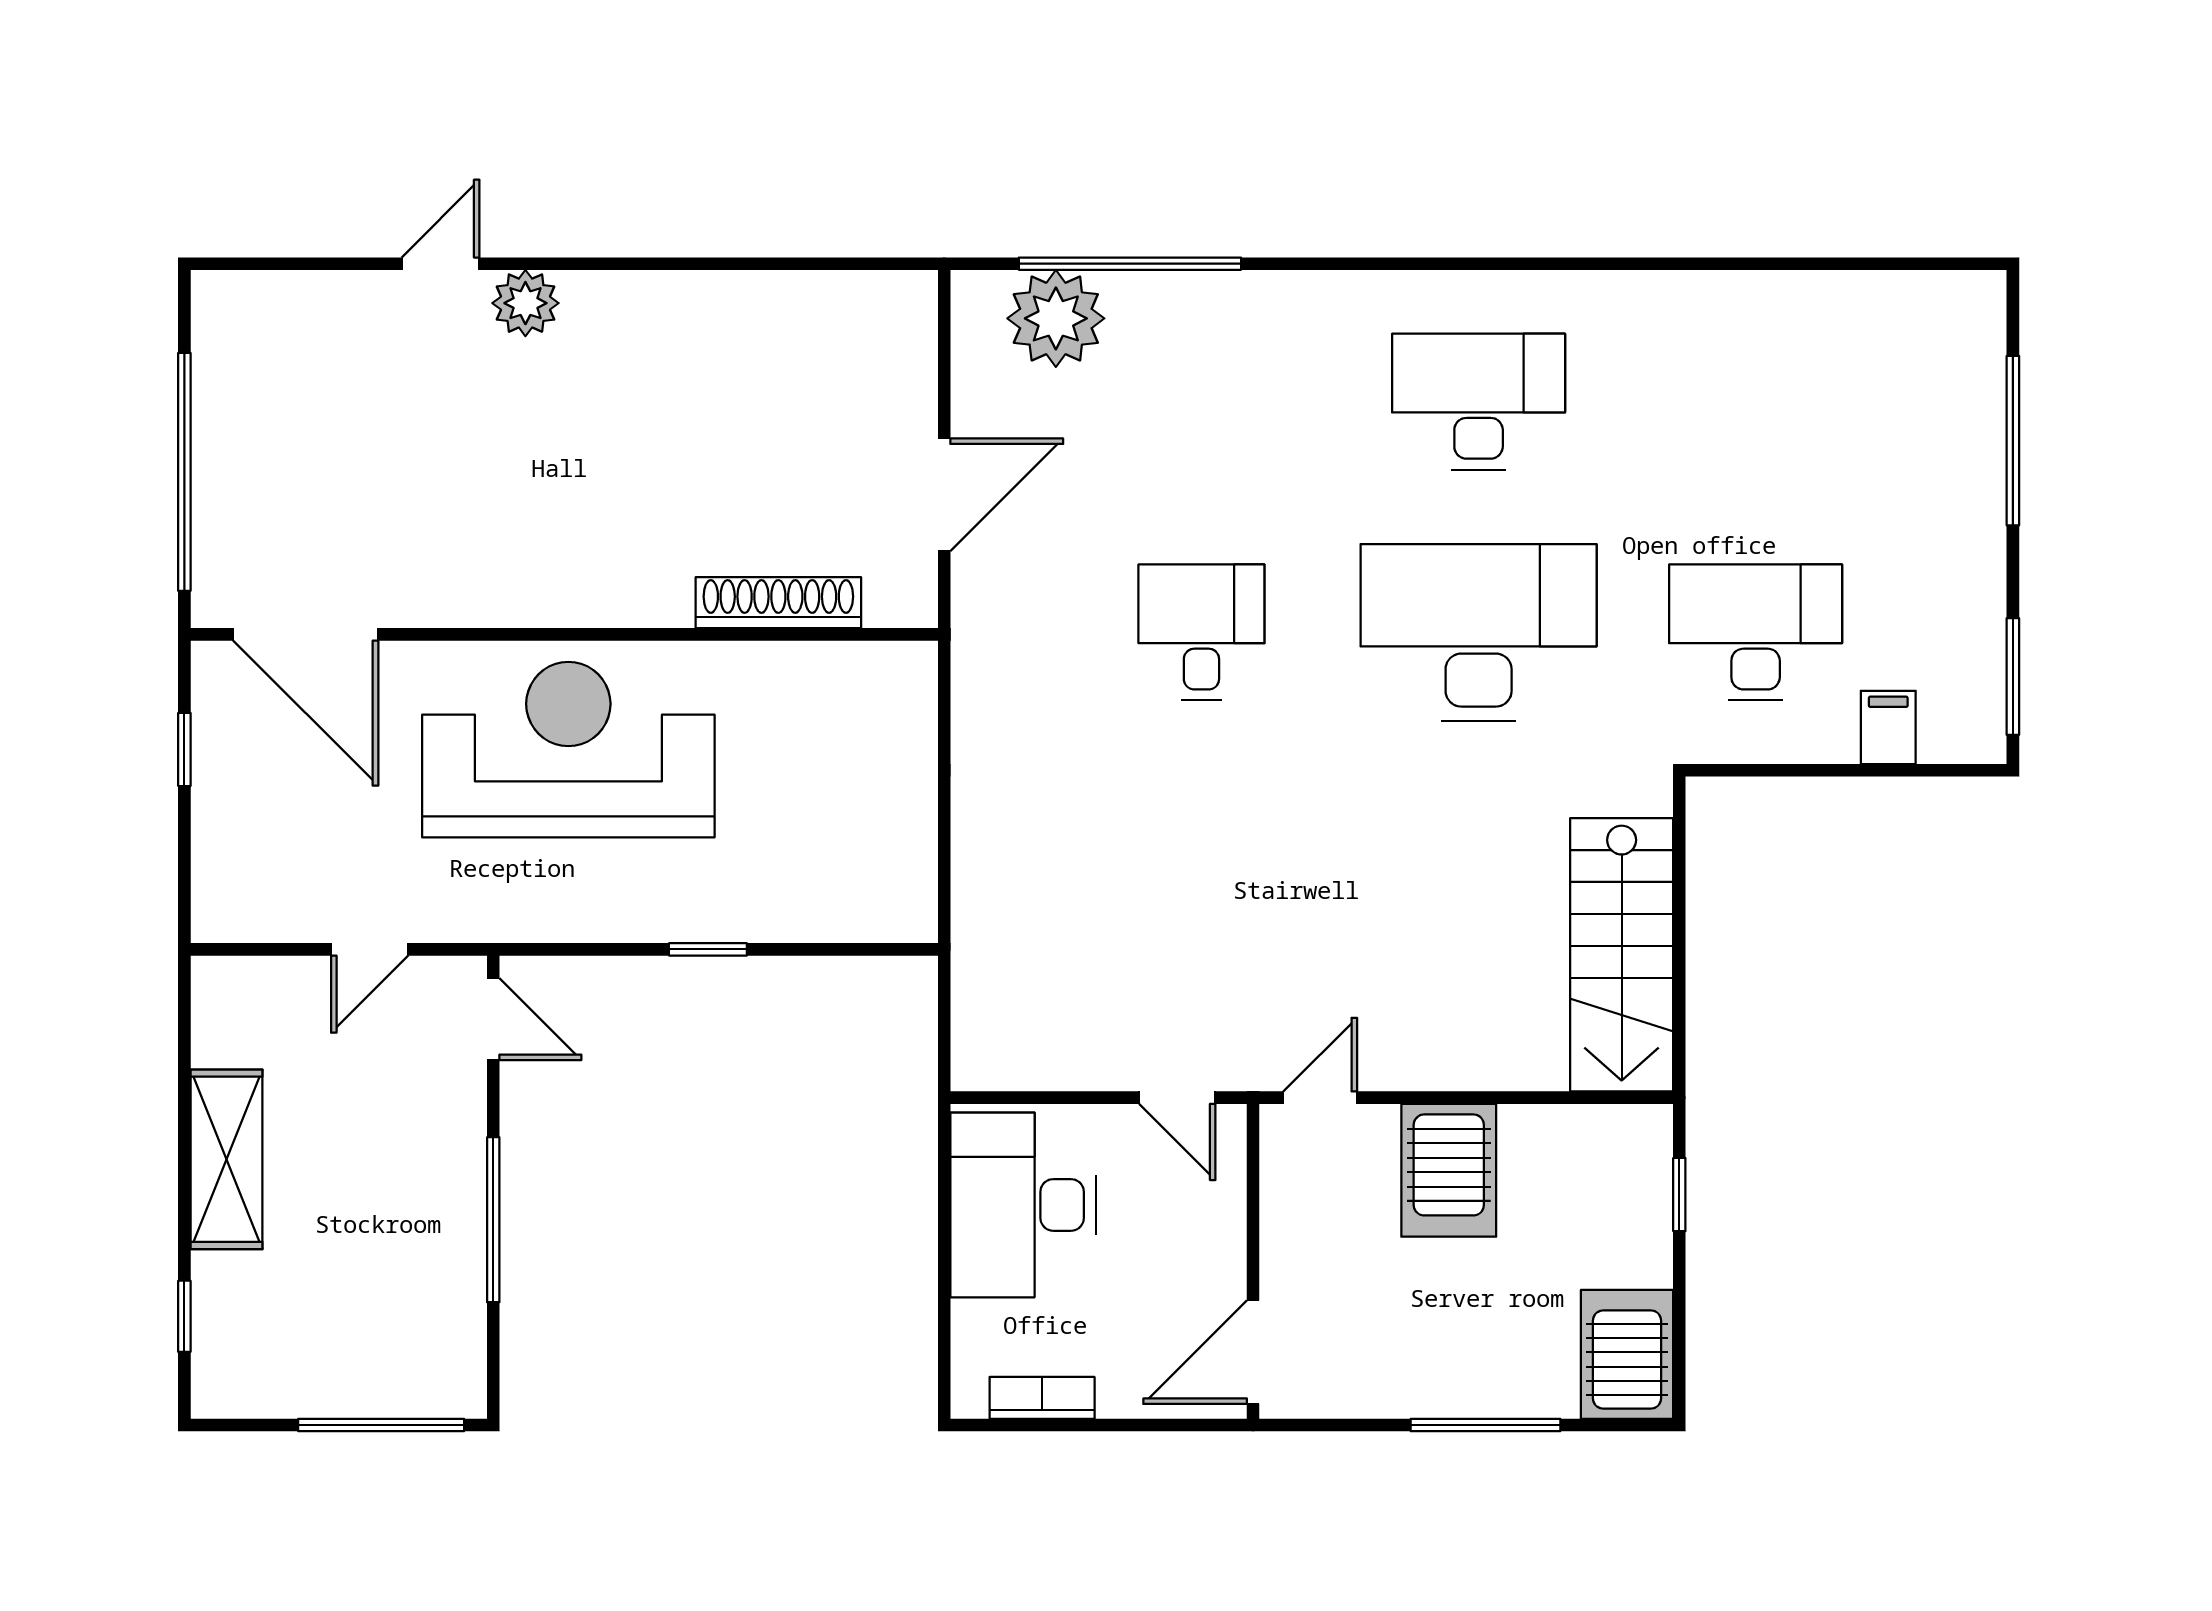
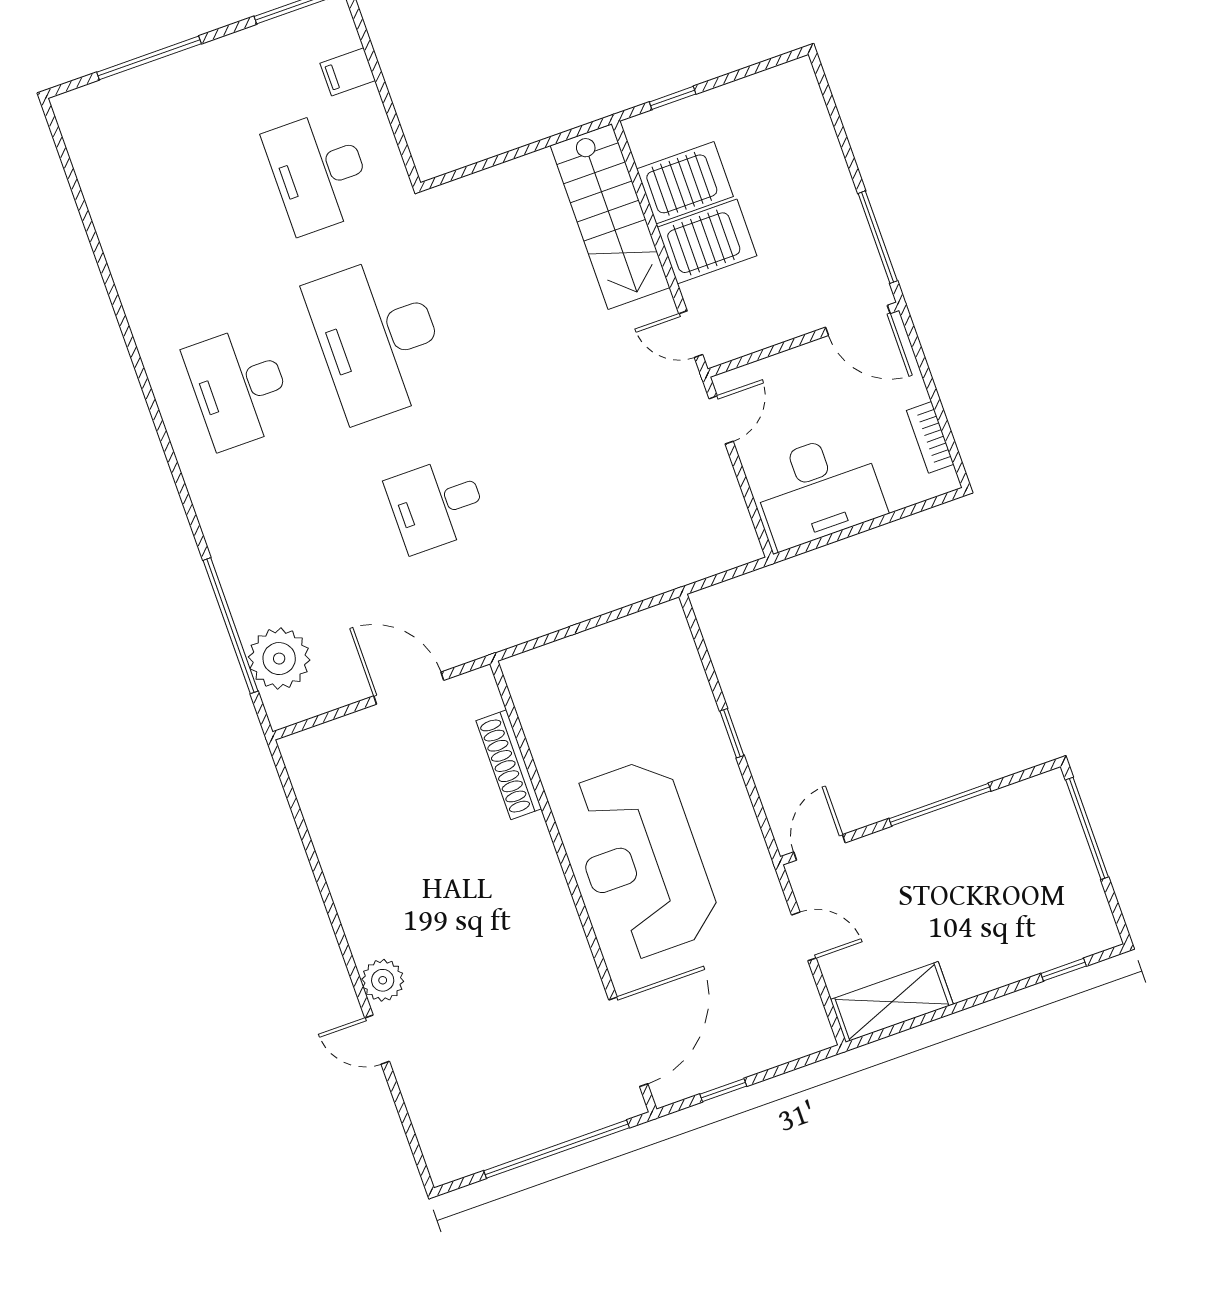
stairs: (1622, 955) -> (610, 217), moved, turned 90
shelving: (226, 1159) -> (892, 1002), moved
server rack: (1627, 1354) -> (685, 183), moved, turned 180
window: (1485, 1425) -> (878, 237), moved

